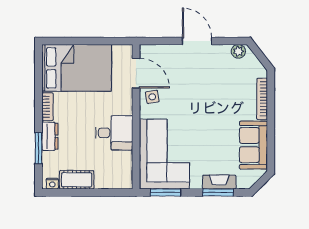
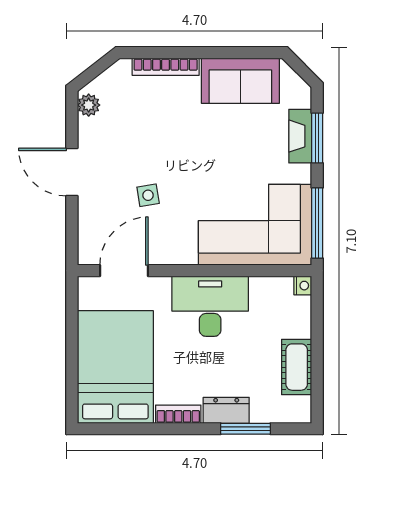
door: (197, 41) -> (72, 172), hinge flipped
side table: (152, 97) -> (148, 195), moved
desk: (114, 133) -> (210, 306), width x1.37
nightstand: (52, 184) -> (303, 286), moved
window: (166, 192) -> (317, 223), width x1.44

